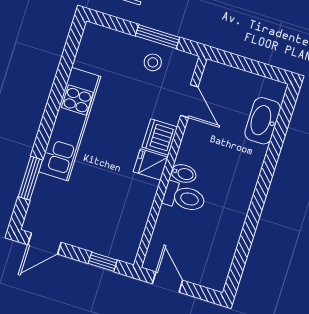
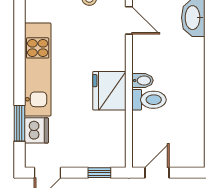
dishwasher: (160, 137) -> (36, 130), moved, turned 180
fridge: (151, 165) -> (109, 91), width x1.88, depth x1.34
door: (167, 282) -> (157, 173), hinge flipped

